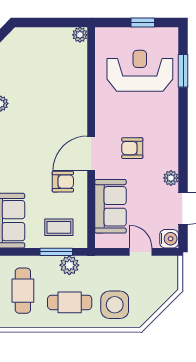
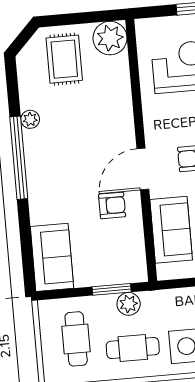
plant: (80, 35) -> (110, 38), width x1.88, depth x1.88
rug: (34, 56) -> (64, 59), added
coffee table: (59, 227) -> (112, 260), removed

